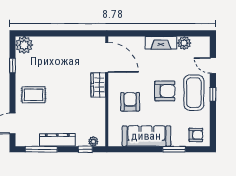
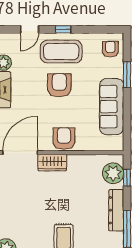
armchair: (130, 102) -> (64, 139), moved, turned 90
plant: (93, 141) -> (113, 173), width x1.88, depth x1.88

